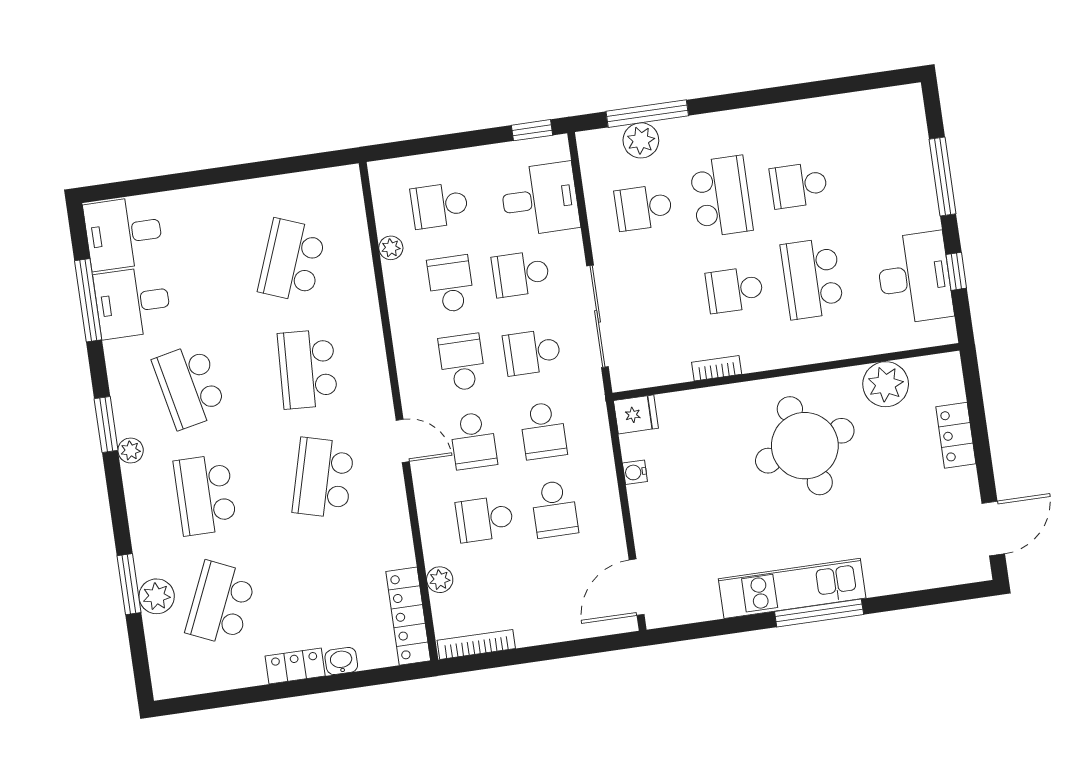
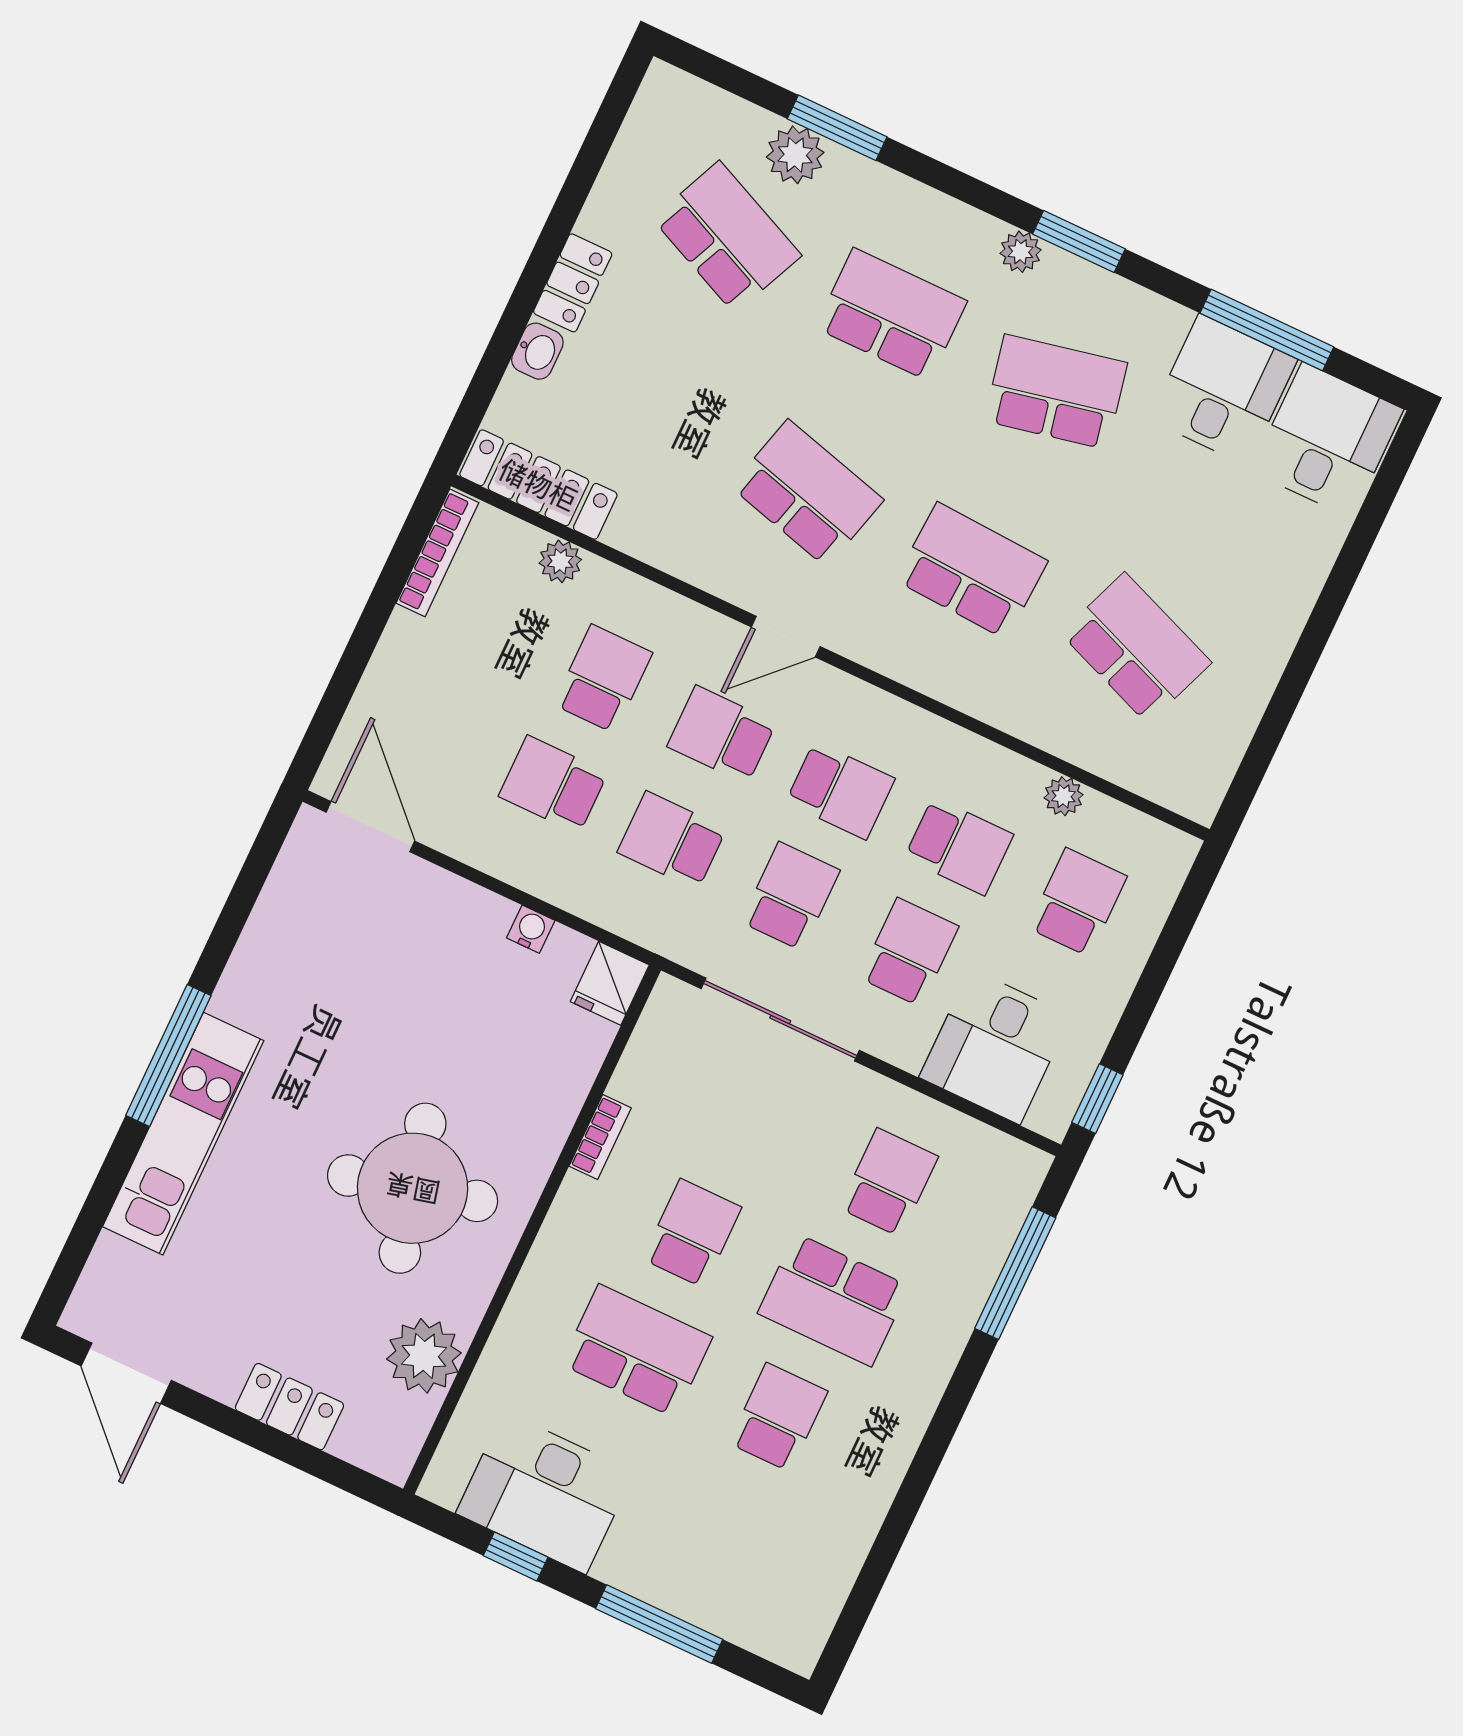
plant: (641, 140) -> (984, 1240), removed
kitchen unit: (792, 588) -> (183, 1134), moved

